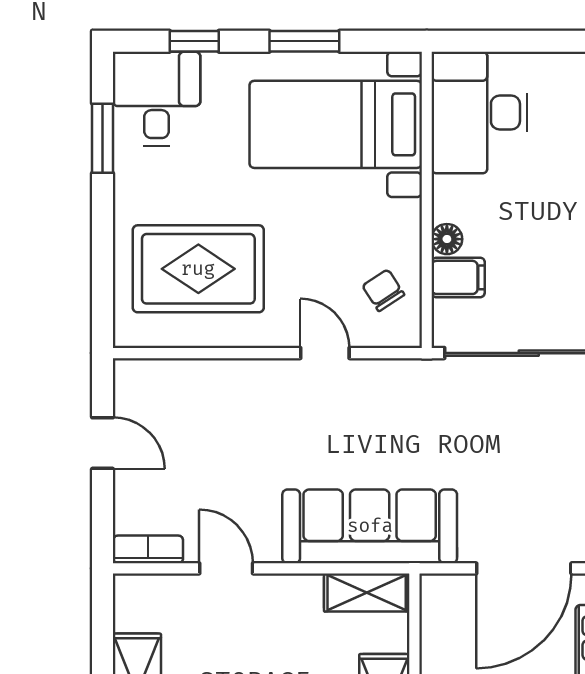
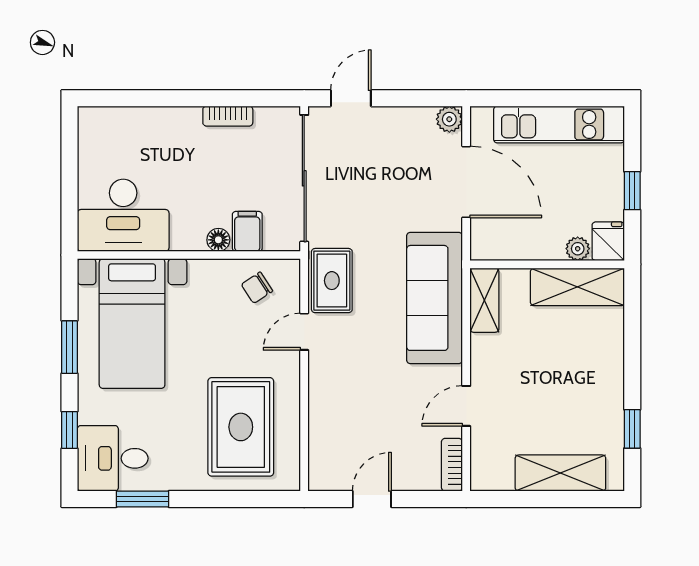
rug: (393, 390) -> (332, 281), added

